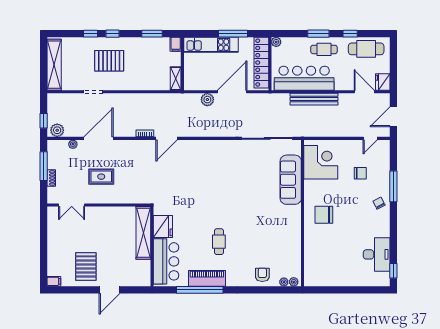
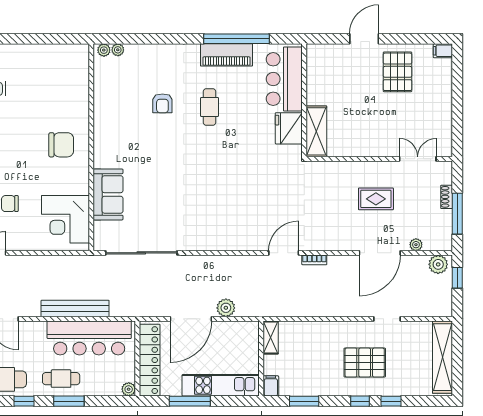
sofa: (291, 180) -> (108, 194), width x0.73
shelving: (143, 233) -> (316, 131), width x0.68
armchair: (262, 275) -> (162, 103), moved

